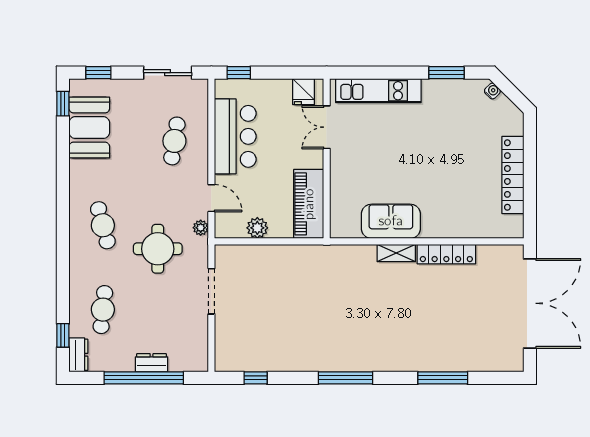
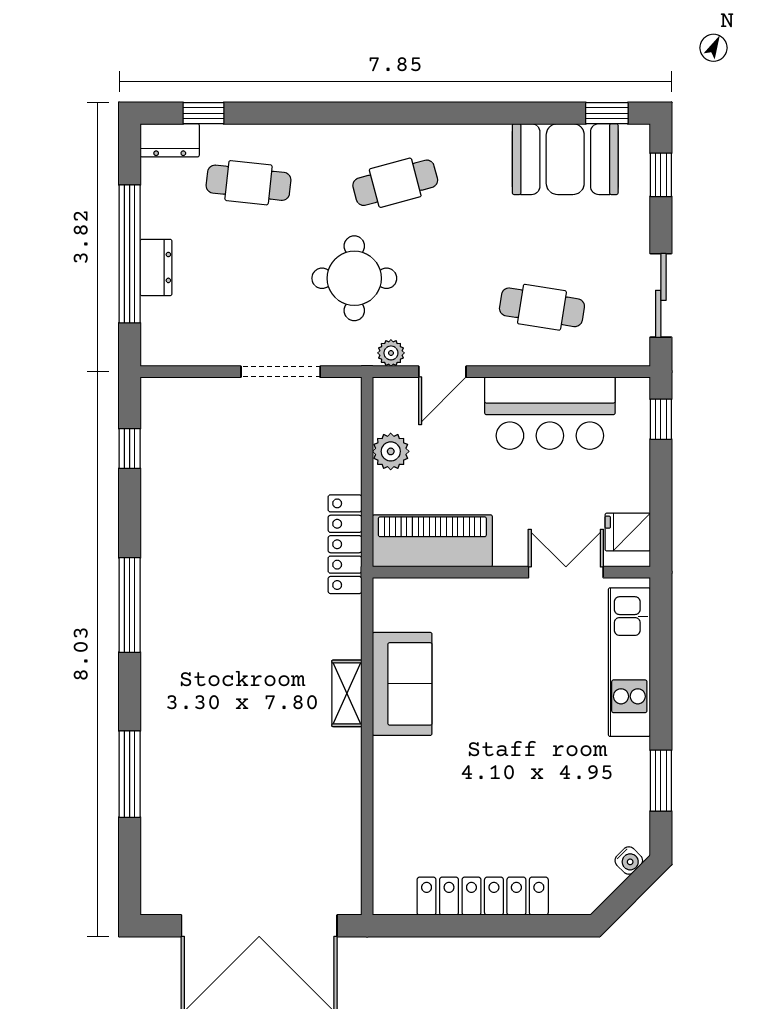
locker: (446, 254) -> (345, 544), moved

